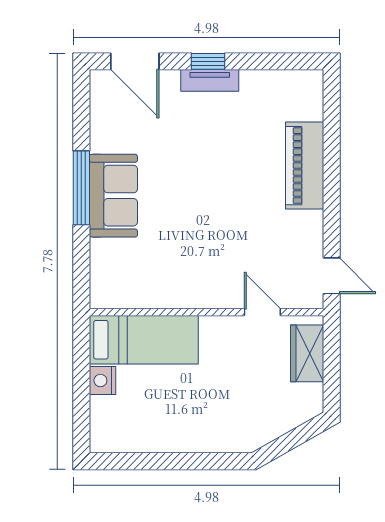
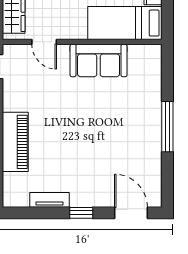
tv unit: (210, 80) -> (50, 200), moved
sofa: (113, 196) -> (99, 60), moved, turned -90

